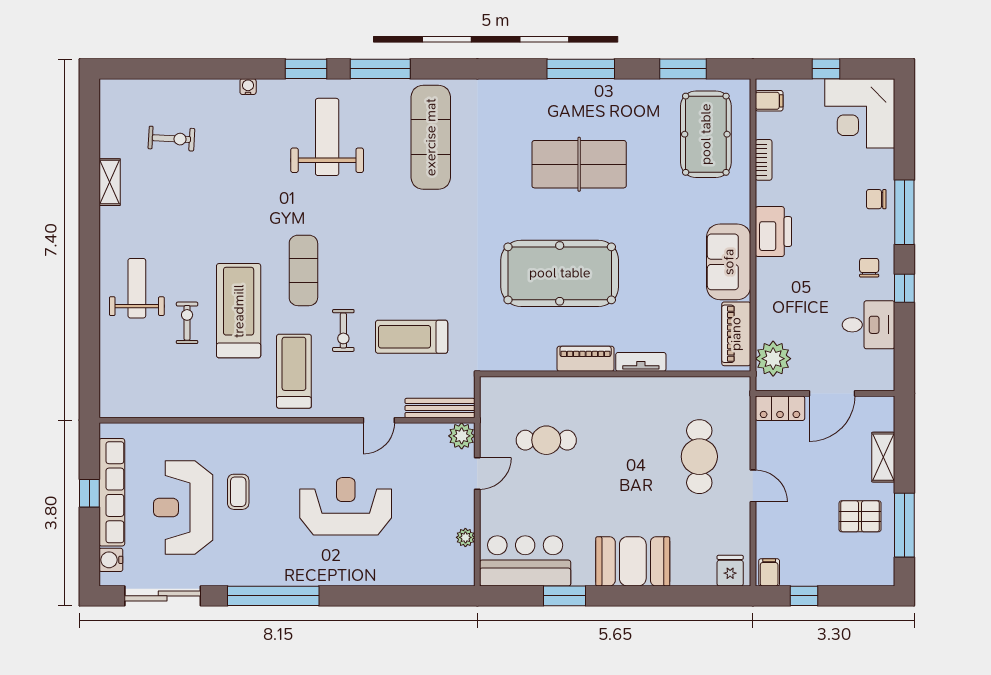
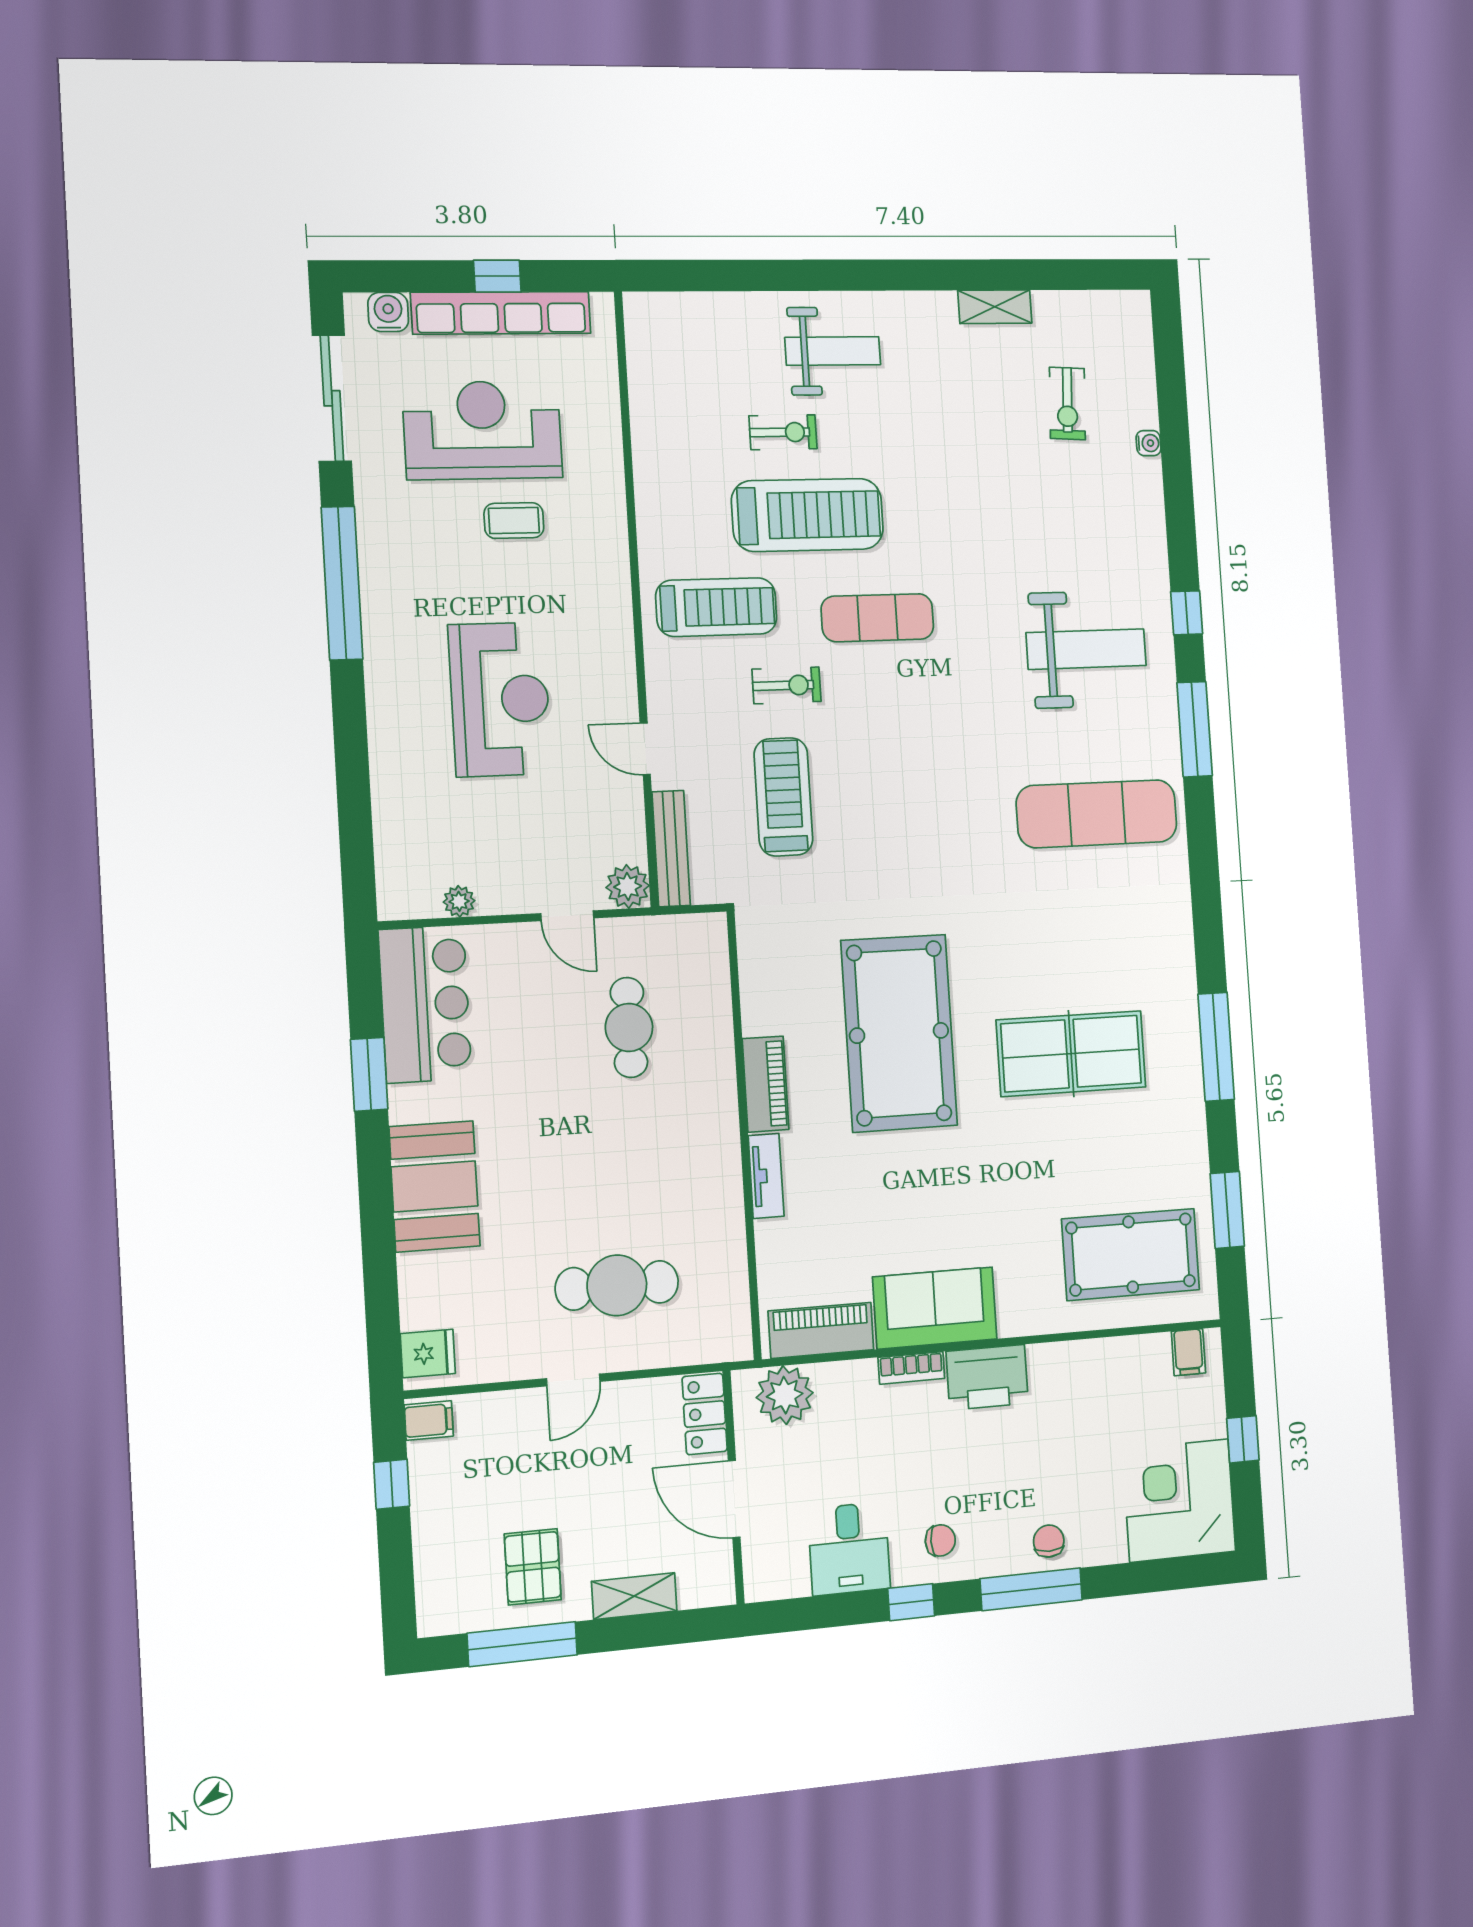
window: (306, 69) -> (1187, 613), width x0.67
water cooler: (248, 87) -> (1149, 443), moved
bookcase: (764, 160) -> (911, 1368), moved
table tennis table: (579, 164) -> (1071, 1054), turned 90
exercise bike: (343, 330) -> (787, 685), turned 180

